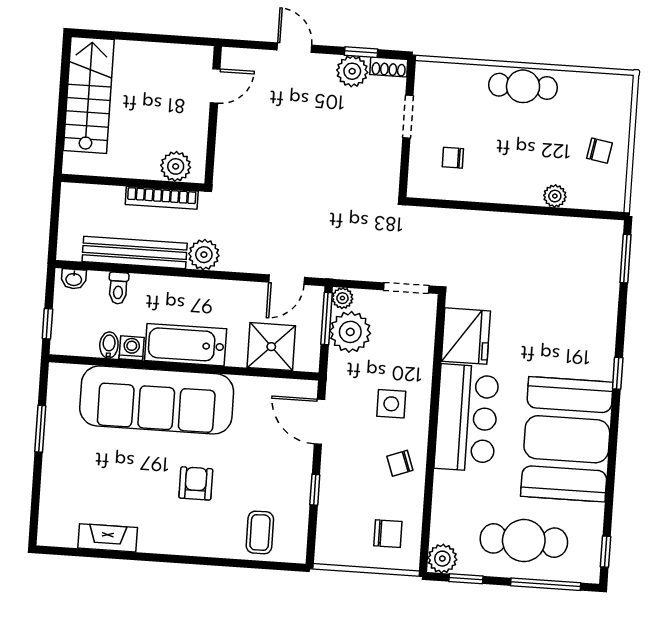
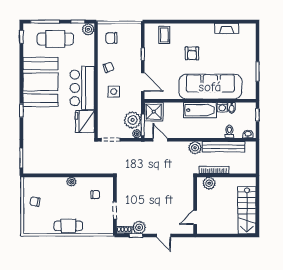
plant: (555, 196) -> (71, 182), moved
door: (287, 280) -> (160, 140), hinge flipped
shower: (271, 347) -> (154, 112), moved

